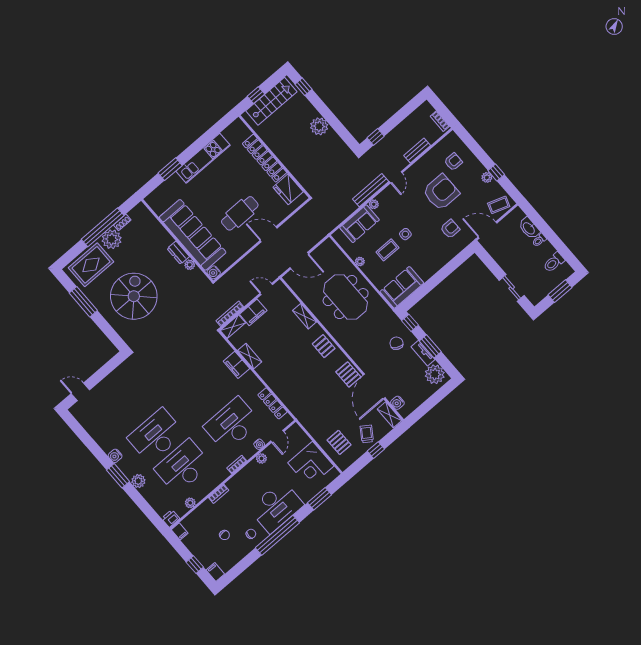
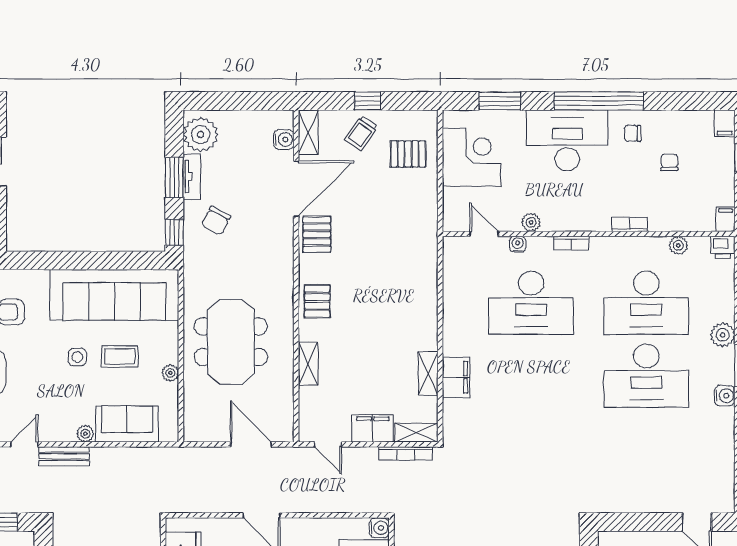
bench: (371, 190) -> (64, 456), width x0.73
sofa: (402, 287) -> (114, 295), width x1.85, depth x1.27
locker: (272, 403) -> (452, 284), removed
door: (277, 436) -> (484, 234), hinge flipped
pallet: (339, 442) -> (408, 154), turned 90

